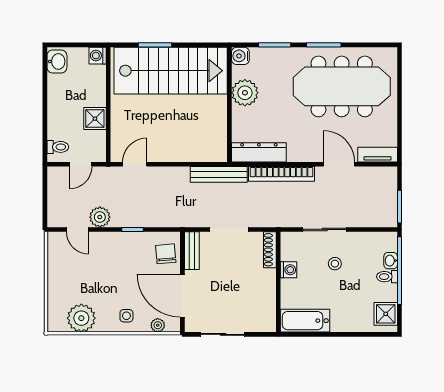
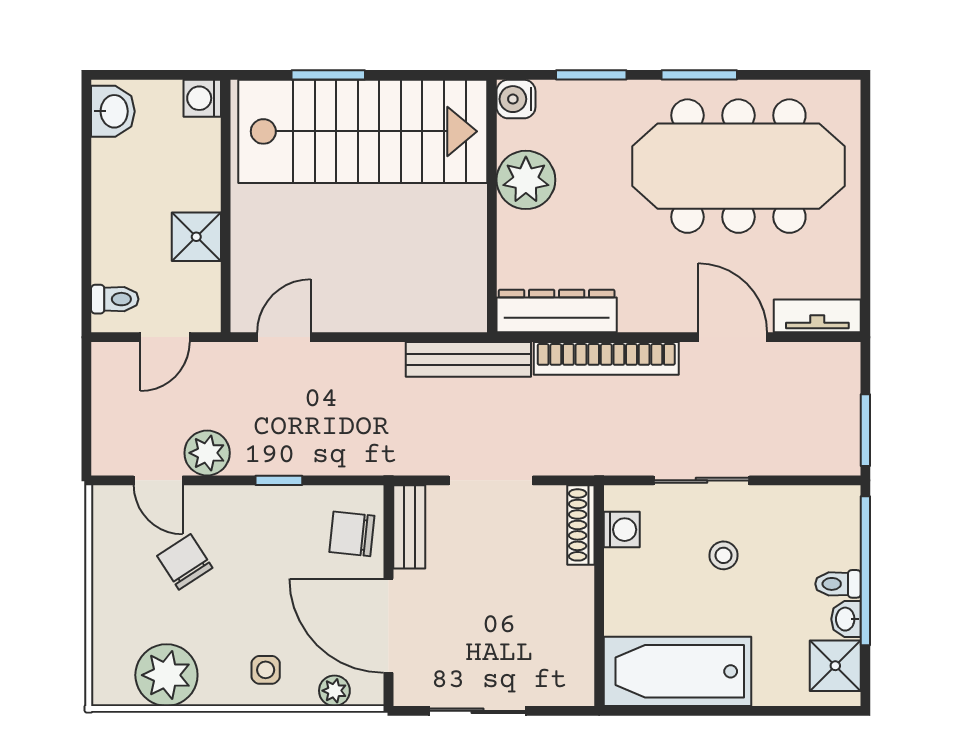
chair: (166, 254) -> (352, 534), turned -79
washbasin: (391, 261) -> (846, 619), moved
chair: (90, 267) -> (185, 562), added
washing machine: (289, 270) -> (622, 530), moved
bathtub: (305, 321) -> (678, 671), width x1.36, depth x1.36

